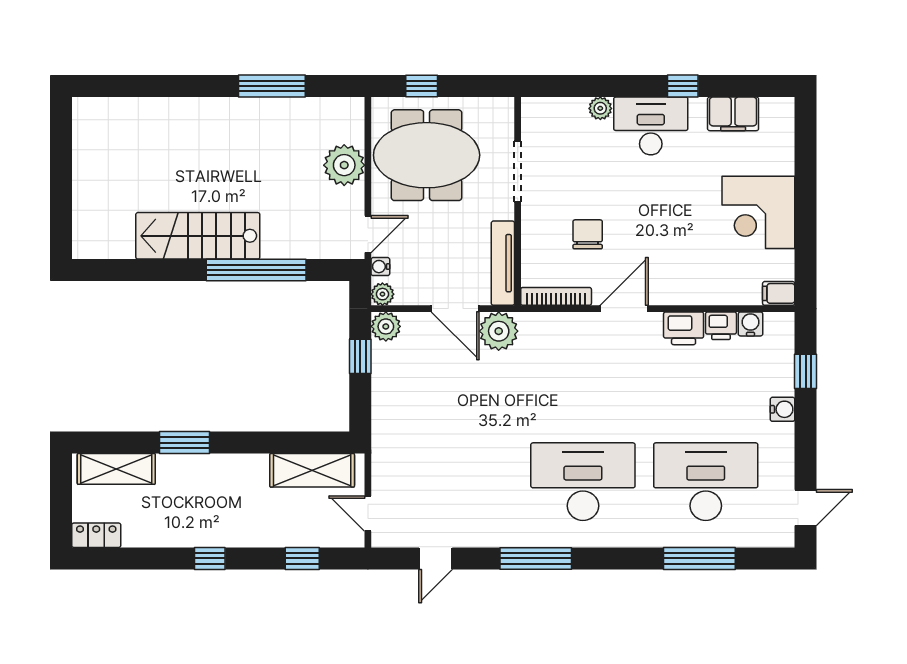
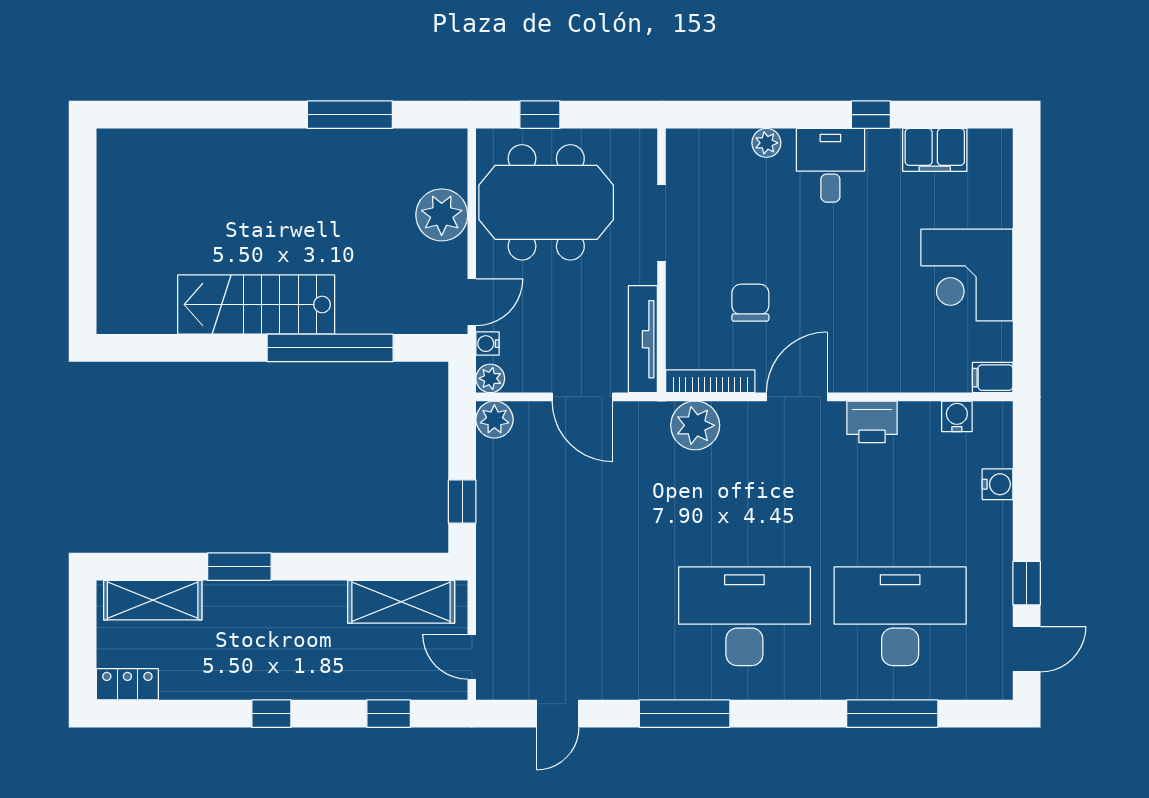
desk: (651, 126) -> (830, 165), width x0.73
printer: (721, 326) -> (919, 419), removed
plant: (499, 331) -> (695, 425), moved
window: (360, 356) -> (462, 502), moved
window: (806, 371) -> (1027, 583), moved
water cooler: (783, 409) -> (997, 484), moved

